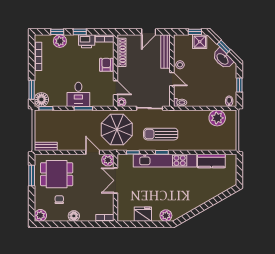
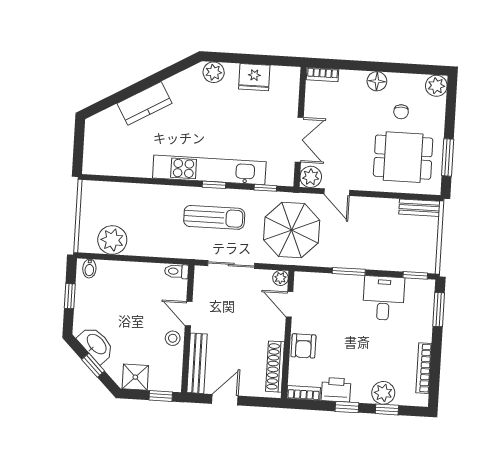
window: (195, 32) -> (161, 396), moved
desk: (78, 94) -> (384, 298), moved
floor lamp: (41, 99) -> (422, 291), removed
kitchen counter: (211, 161) -> (144, 103), moved, turned 150

